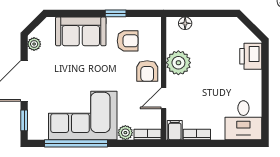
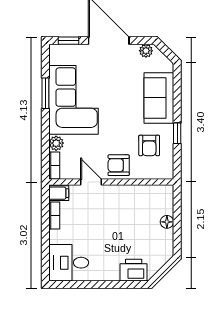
floor lamp: (185, 23) -> (167, 222), moved
plant: (178, 63) -> (127, 197), removed
window: (76, 143) -> (45, 93), width x0.47

